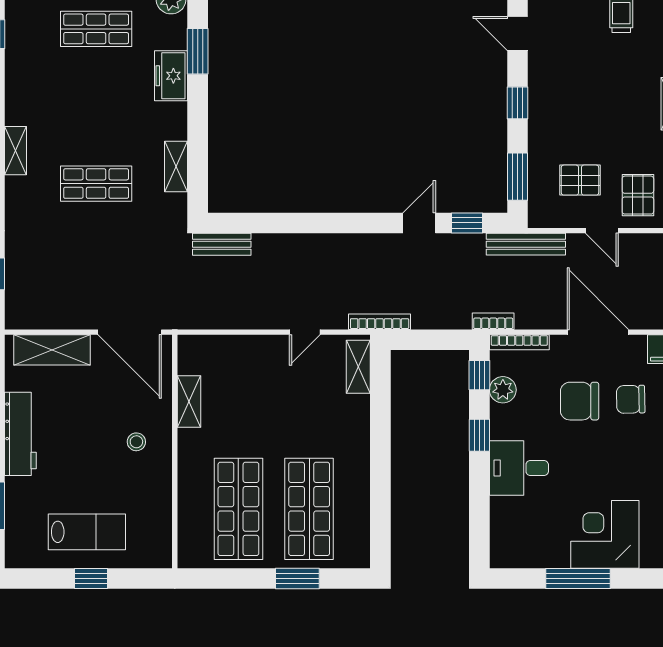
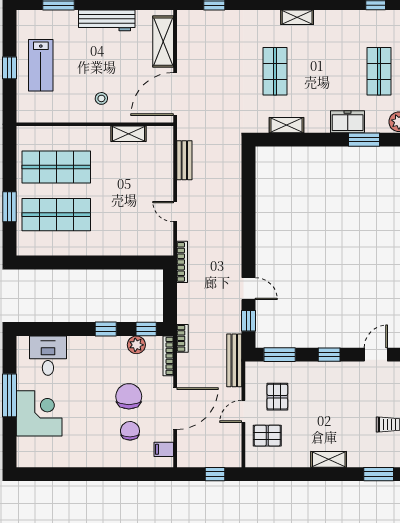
bench: (222, 244) -> (184, 160), moved
shelving: (358, 367) -> (152, 248), removed
desk: (519, 468) -> (48, 356), moved

